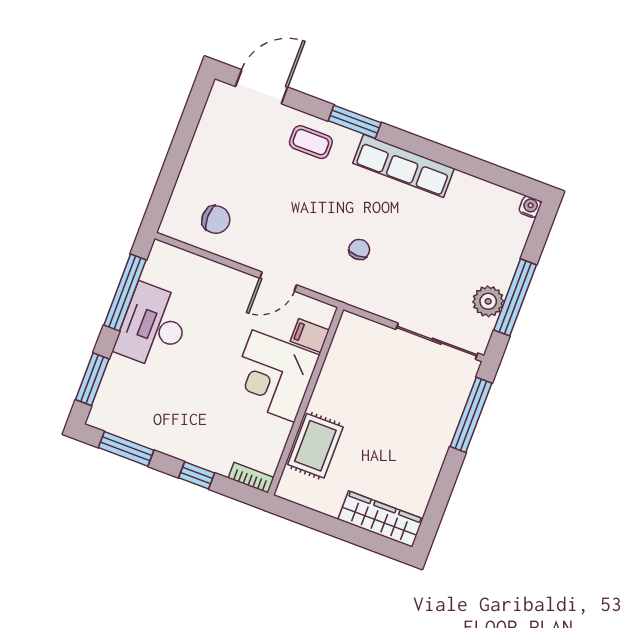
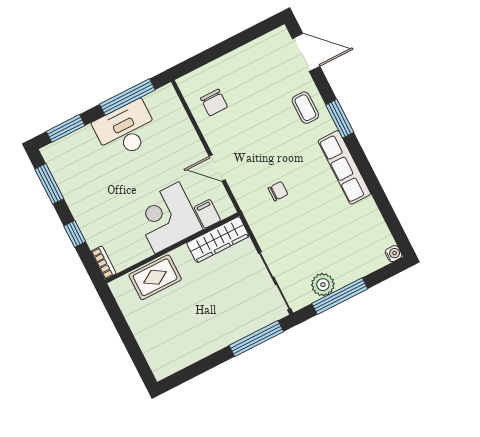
wardrobe: (380, 519) -> (218, 240), moved, turned 90

